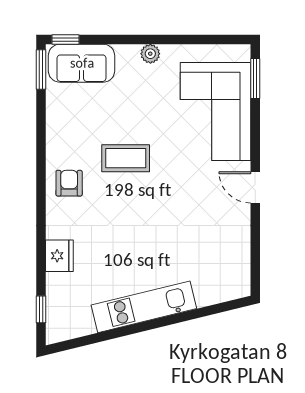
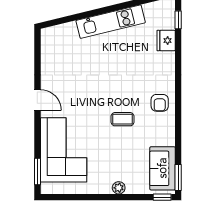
plant: (150, 54) -> (119, 188), moved
sofa: (82, 63) -> (163, 168), moved, turned -90
coffee table: (126, 158) -> (123, 119), width x0.73, depth x0.77
fridge: (59, 256) -> (166, 41), moved

